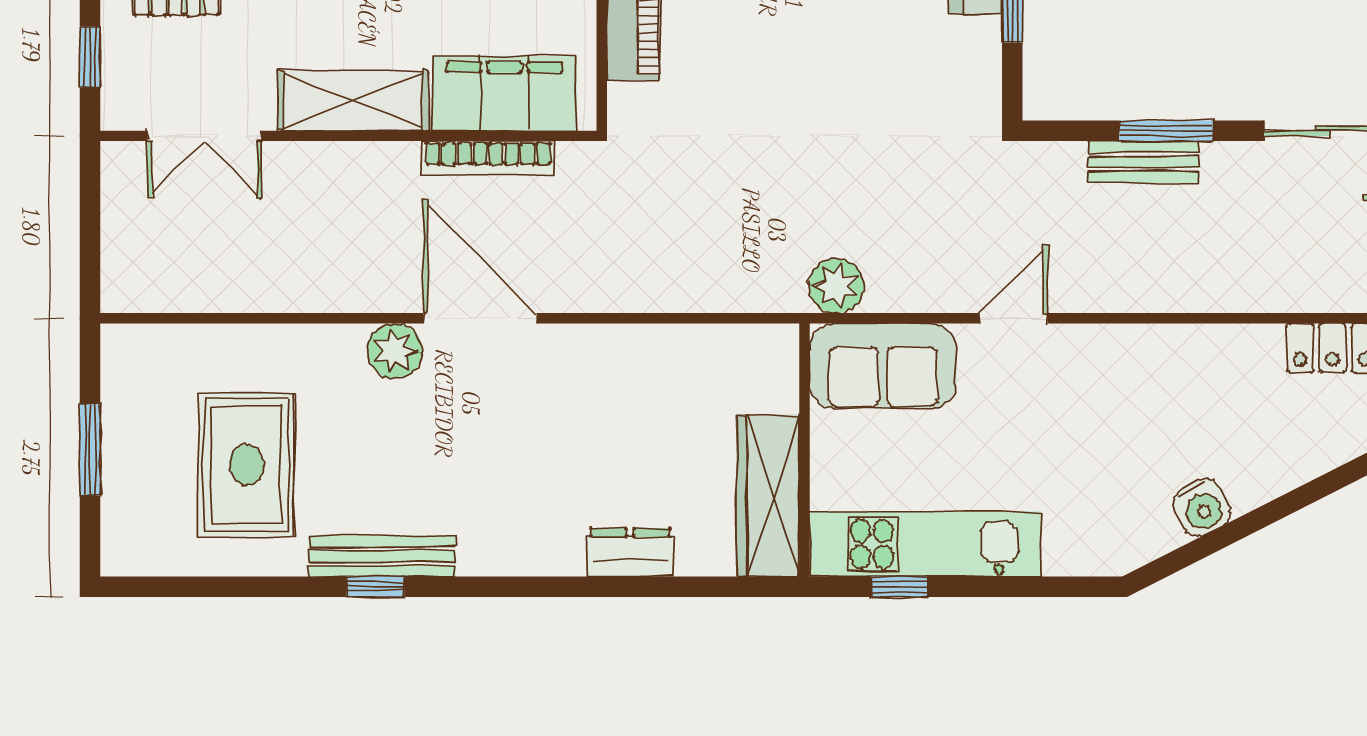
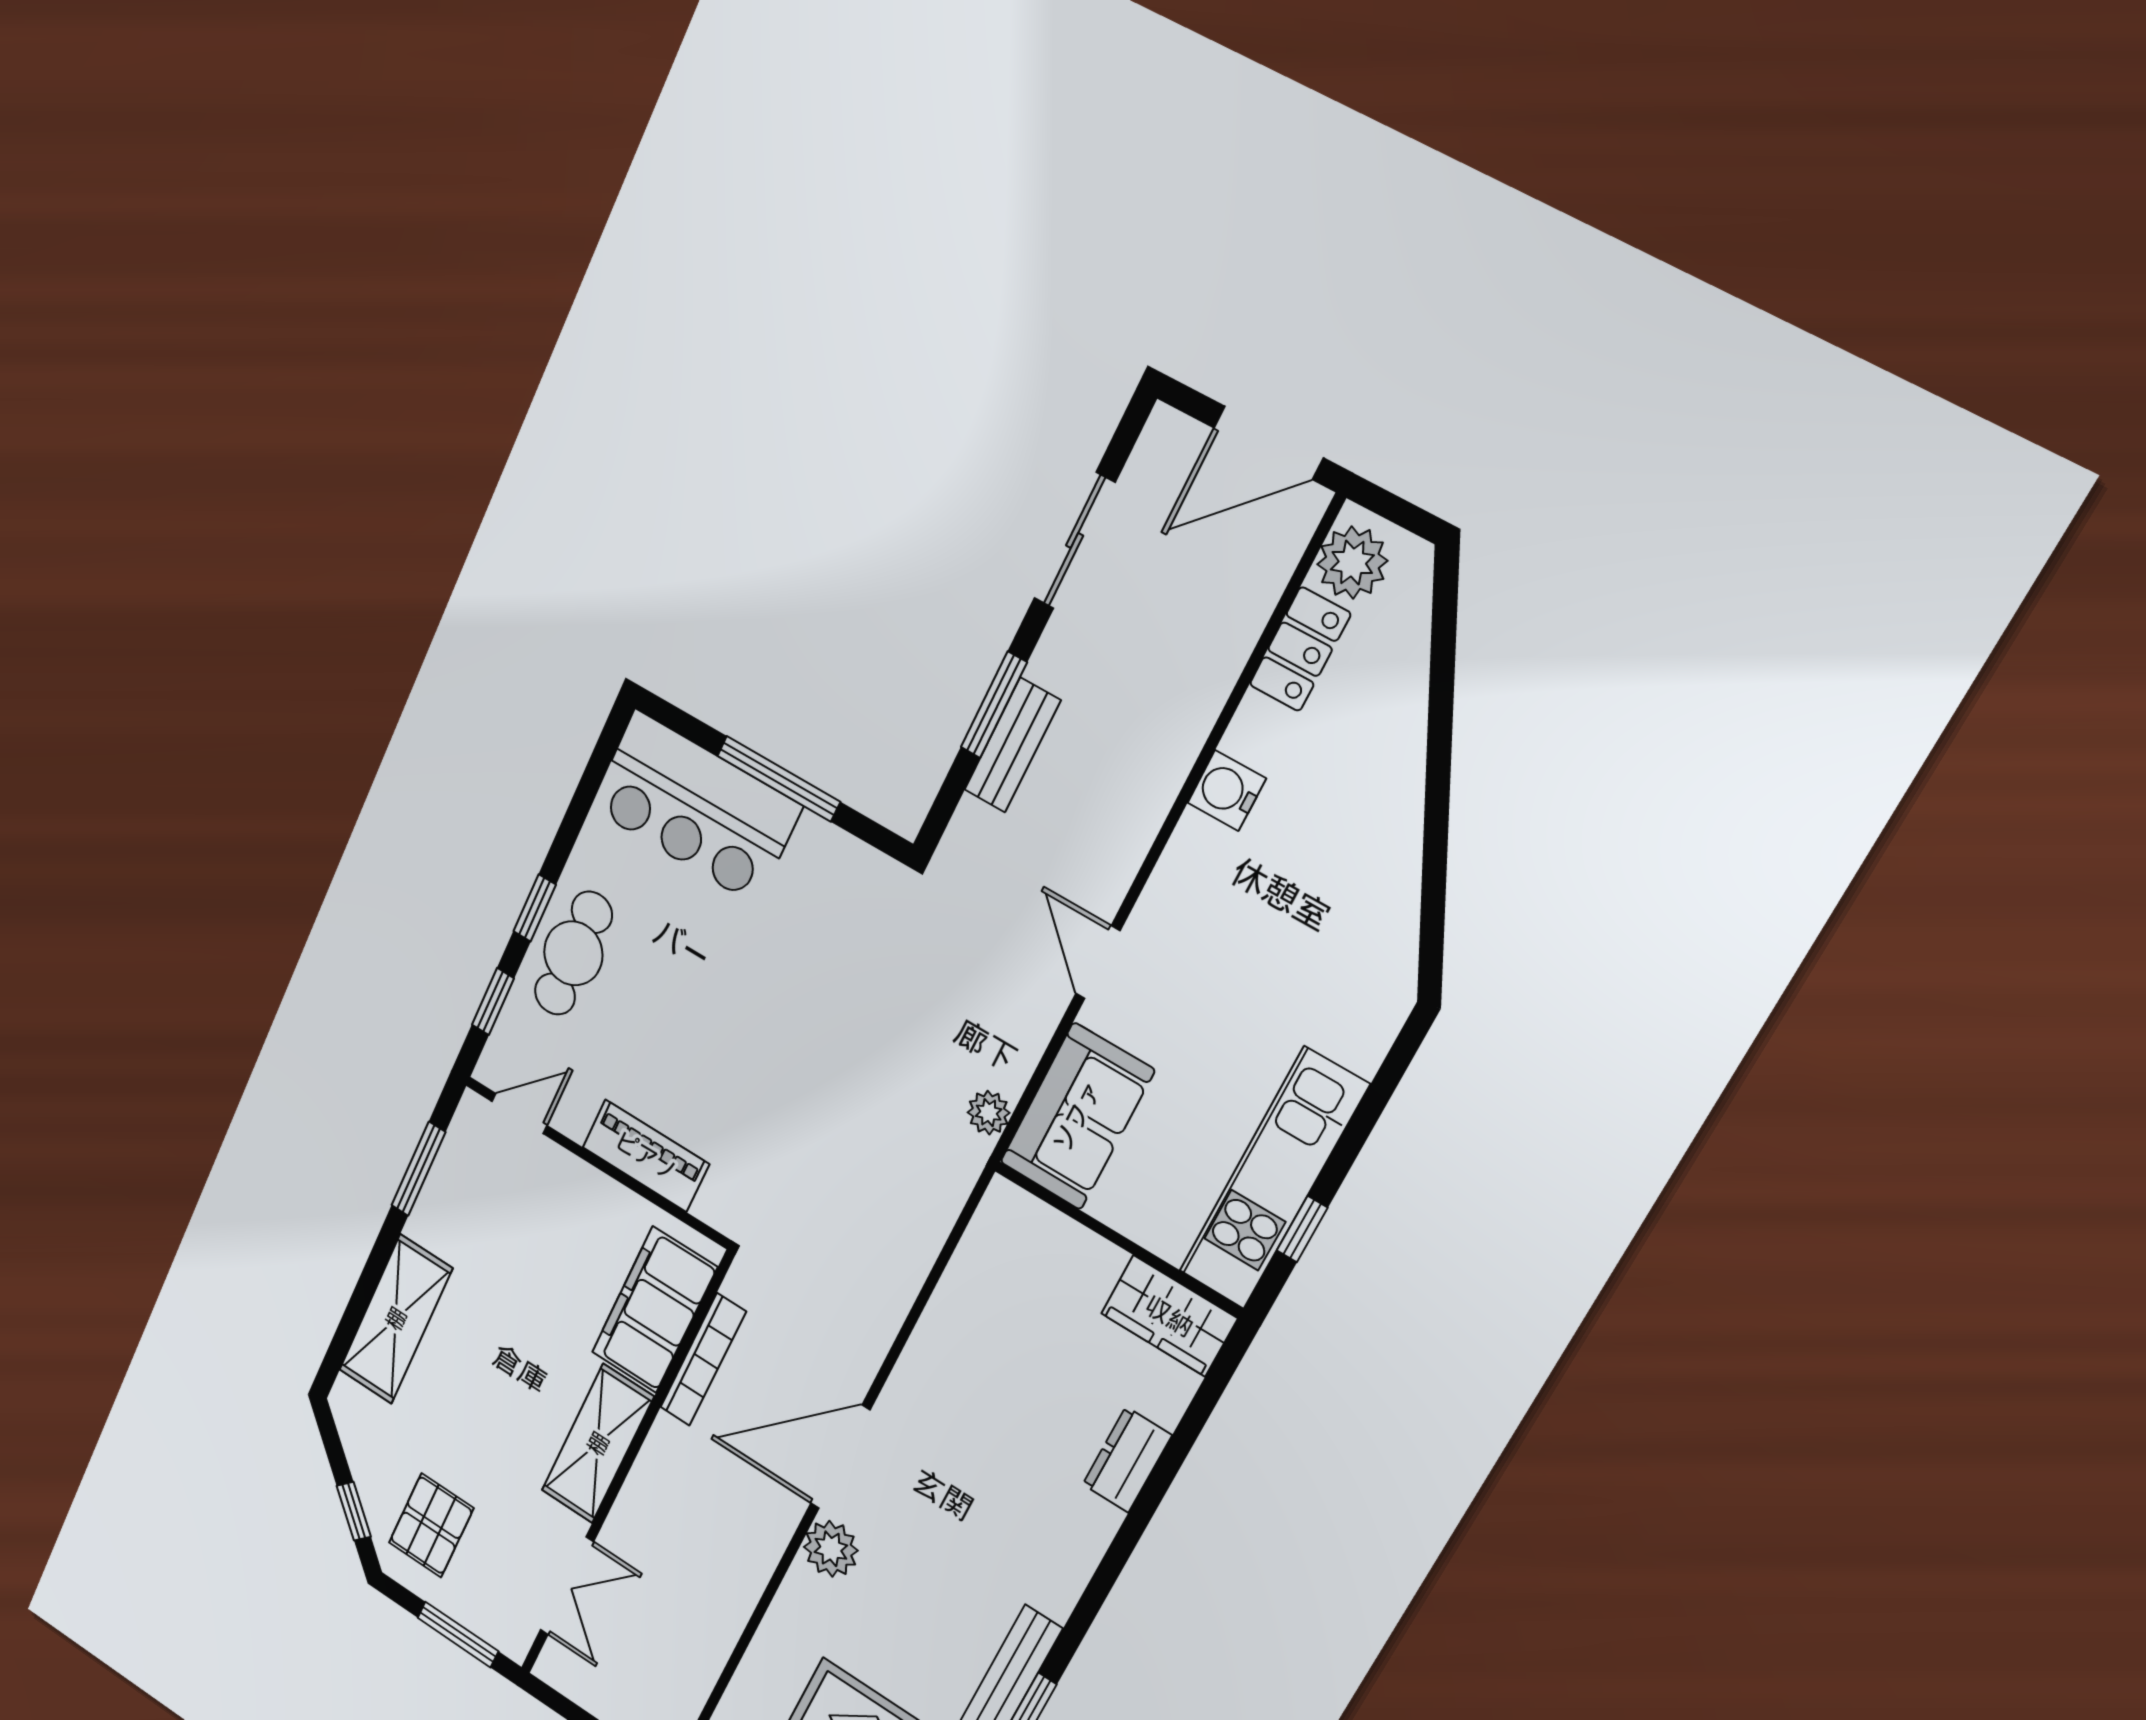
window: (90, 57) -> (458, 1634), width x1.50
plant: (836, 286) -> (989, 1113), width x0.73, depth x0.73
wardrobe: (768, 496) -> (1169, 1316), width x0.67
water cooler: (1202, 508) -> (1227, 791), moved, turned -153

